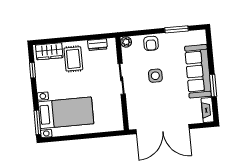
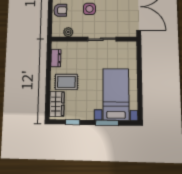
plant: (126, 42) -> (68, 32), moved
sliding door: (122, 79) -> (102, 39), moved
window: (37, 122) -> (107, 123), moved

